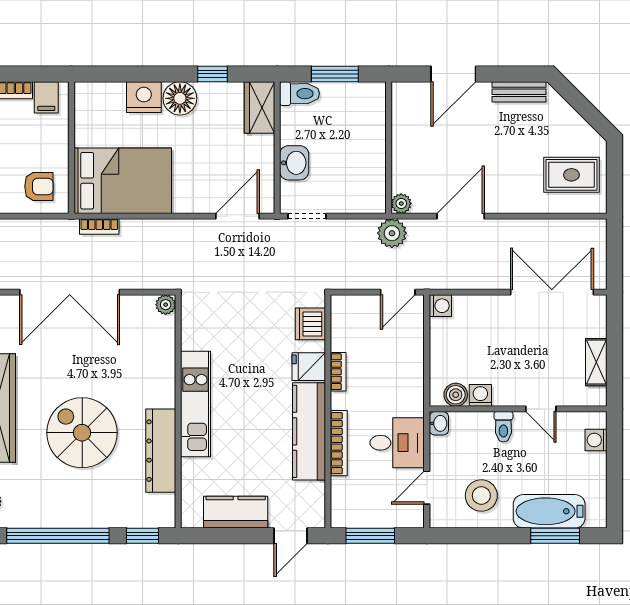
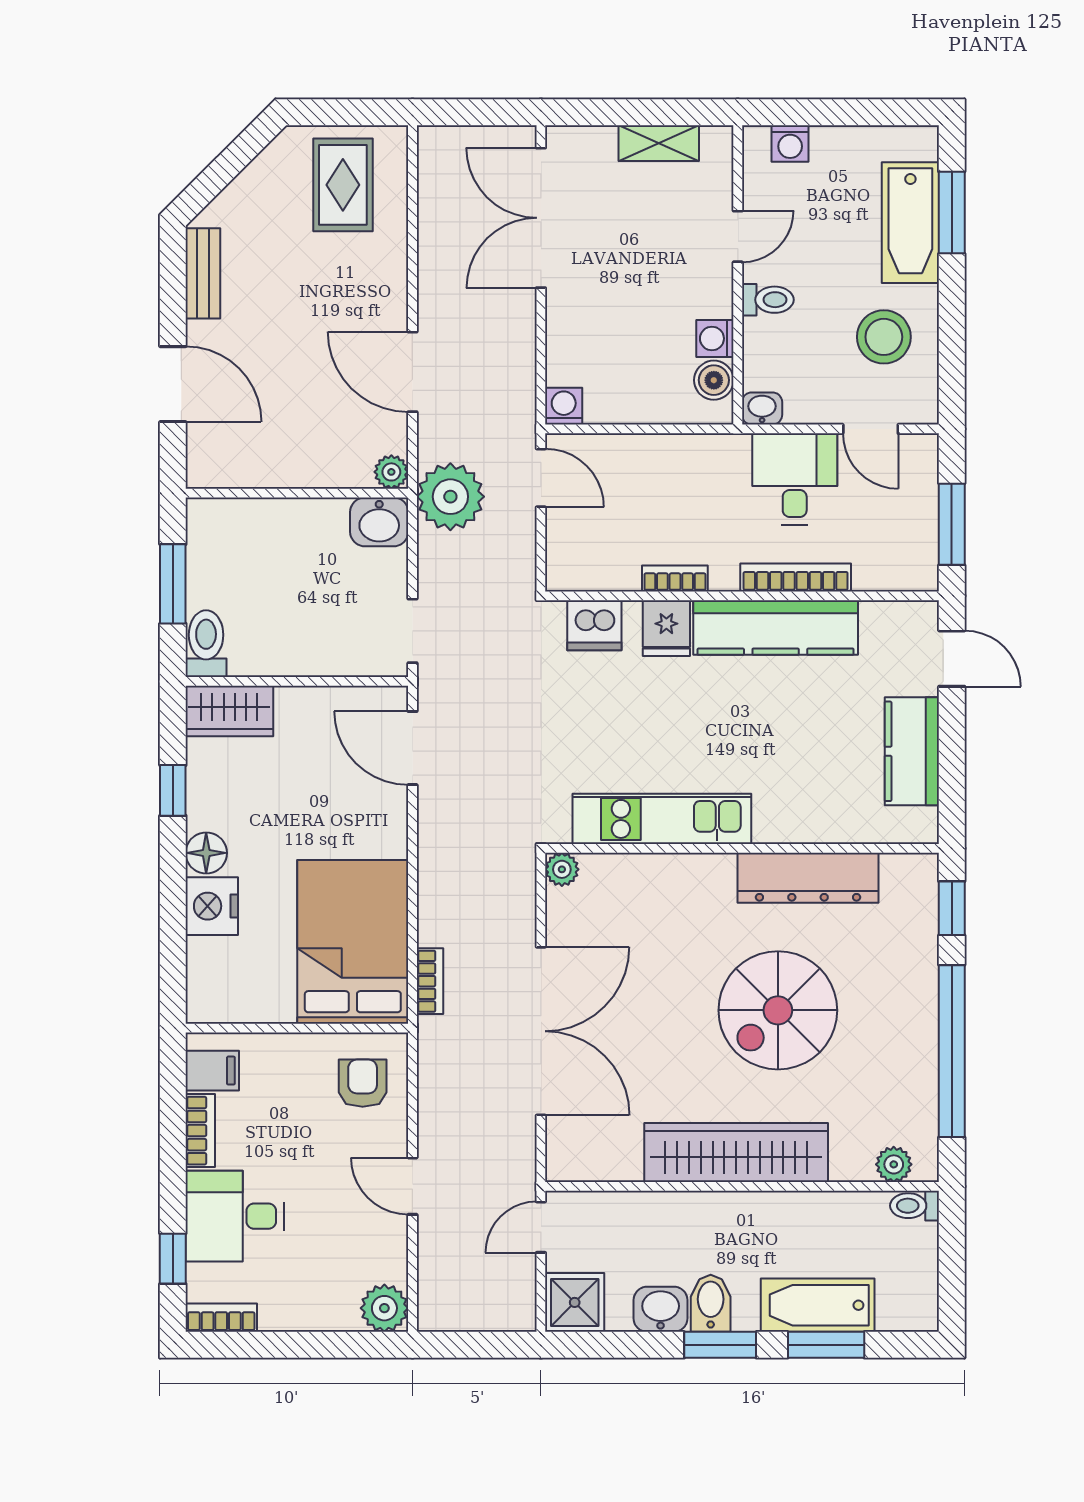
floor lamp: (180, 98) -> (206, 853), width x0.73, depth x0.73
washbasin: (294, 163) -> (379, 522), moved, turned 180
plant: (392, 233) -> (450, 497), width x1.36, depth x1.36
kitchen unit: (196, 404) -> (662, 819), moved

